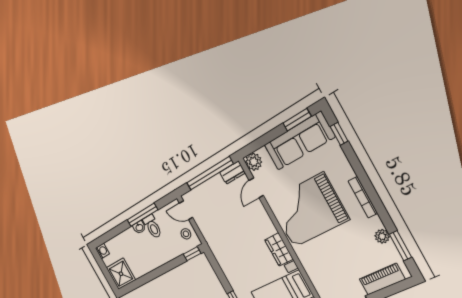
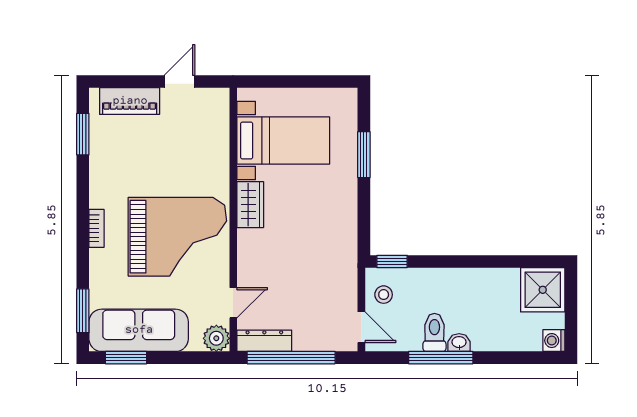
window: (339, 134) -> (83, 311), width x1.50
dresser: (232, 173) -> (264, 341), width x1.44
bookcase: (363, 197) -> (97, 228), width x0.64
plant: (382, 236) -> (99, 157), removed

